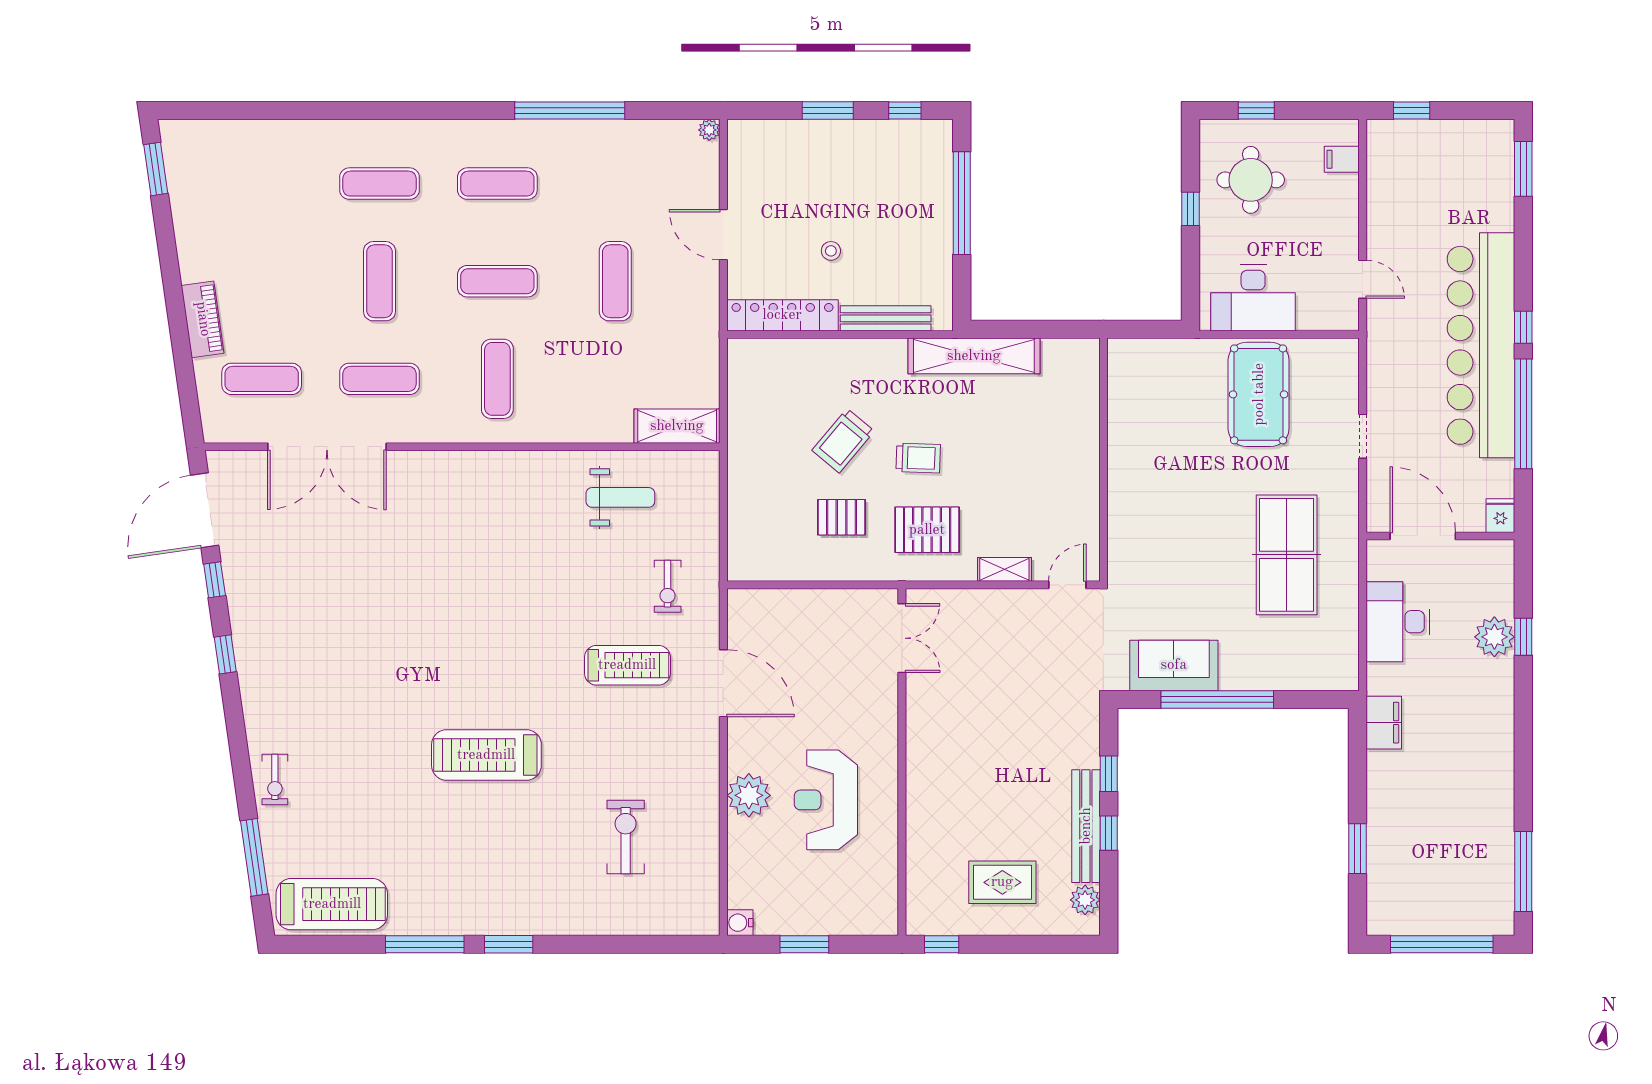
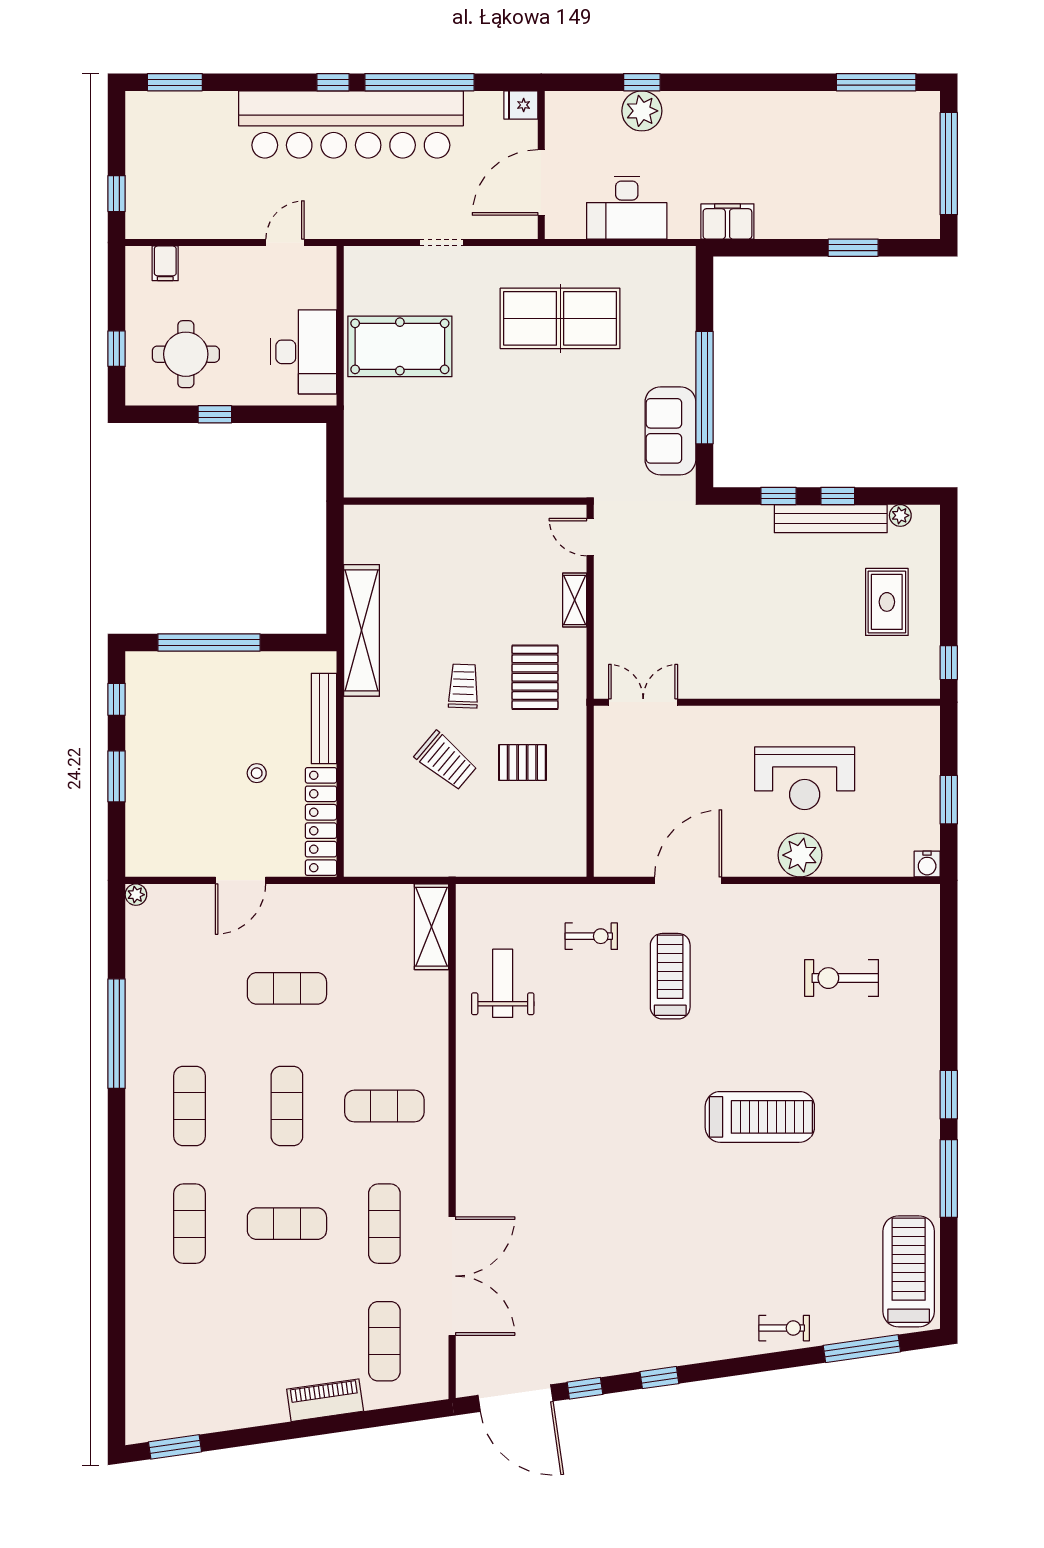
pallet: (842, 517) -> (522, 763), turned 90
treadmill: (486, 755) -> (760, 1117), turned -90
plant: (1085, 900) -> (900, 515), width x0.73, depth x0.73

